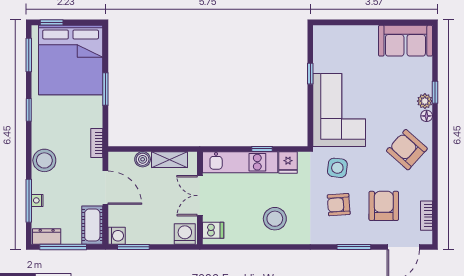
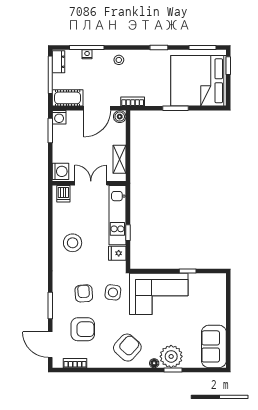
plant: (425, 101) -> (171, 356), width x1.88, depth x1.88
boiler: (143, 159) -> (120, 117), moved
stool: (44, 160) -> (119, 60), width x0.53, depth x0.53

